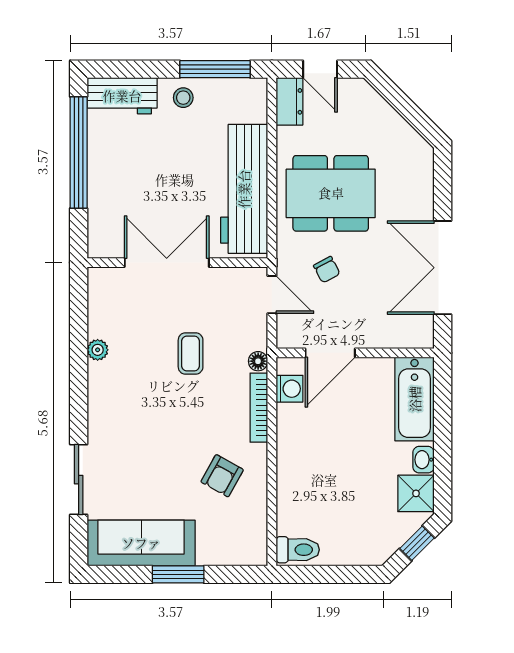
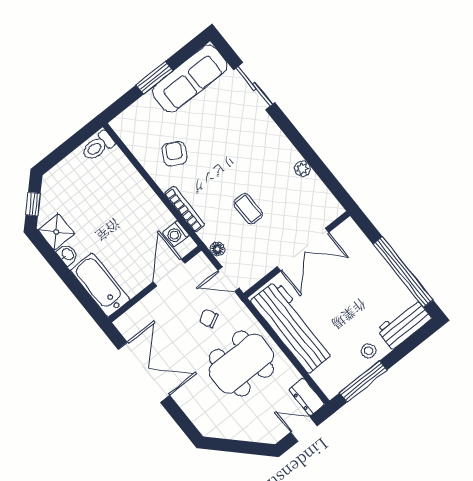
floor lamp: (258, 361) -> (217, 249), moved

